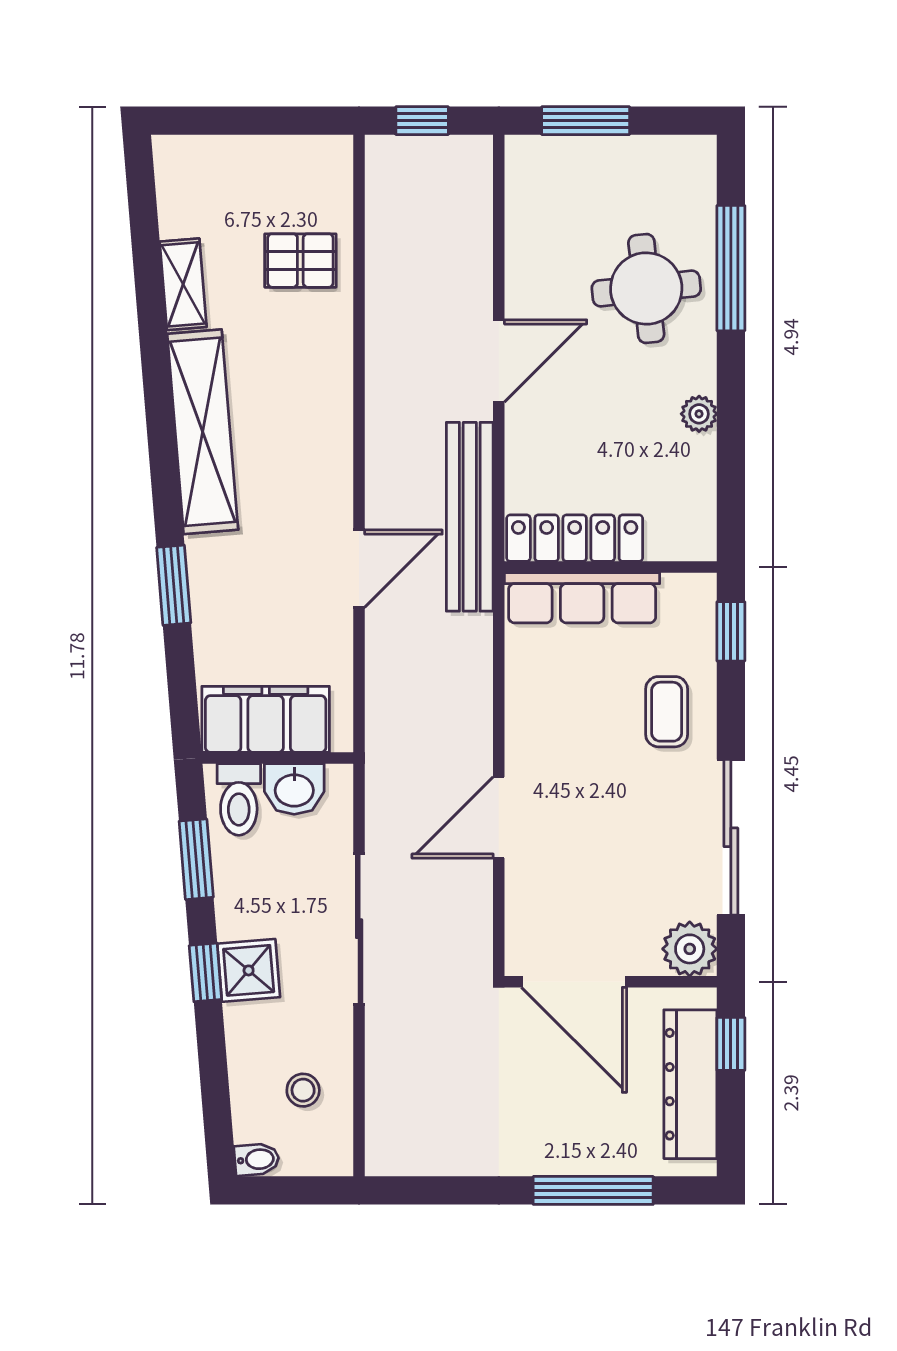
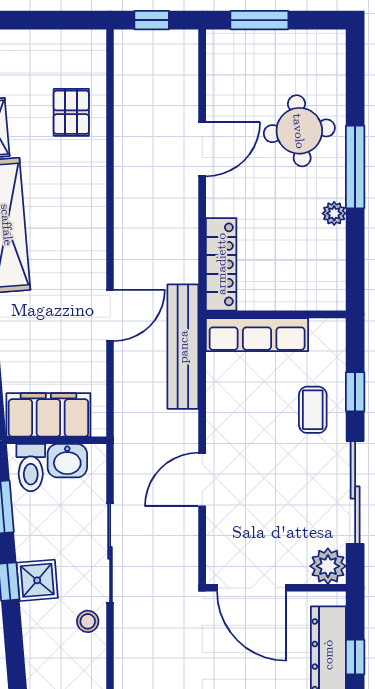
pallet: (300, 261) -> (71, 112), turned 90
window: (731, 268) -> (355, 167), moved
door: (499, 361) -> (202, 149), moved
bench: (470, 517) -> (183, 347), moved
locker: (575, 538) -> (221, 264), moved, turned 90
window: (731, 631) -> (355, 392), moved
window: (731, 1044) -> (355, 657), moved
stool: (303, 1090) -> (88, 621), moved

